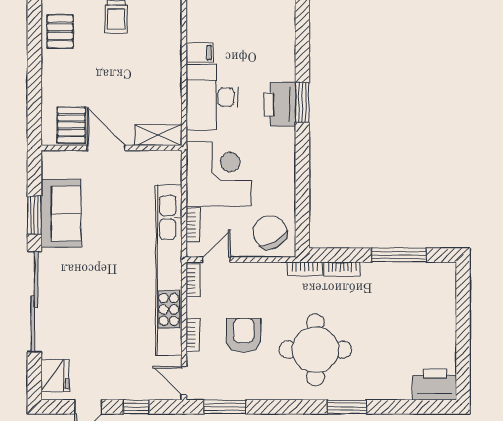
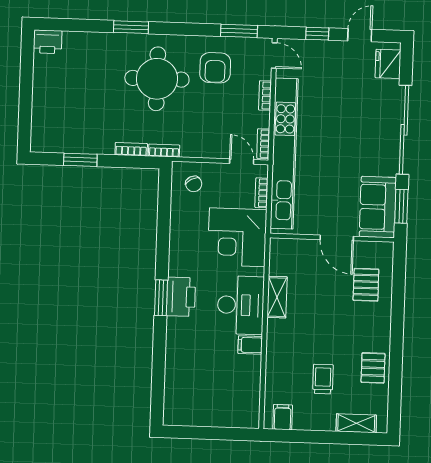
shelving: (158, 135) -> (277, 297), moved, turned 90
door: (106, 148) -> (337, 238), moved
wall: (111, 148) -> (332, 238), moved
chair: (270, 232) -> (194, 184), width x0.54, depth x0.54
window: (399, 255) -> (80, 160), width x0.69
door: (217, 260) -> (242, 161), swing flipped
armchair: (244, 335) -> (215, 68), moved
printer: (435, 385) -> (48, 42), width x0.73, depth x0.84

